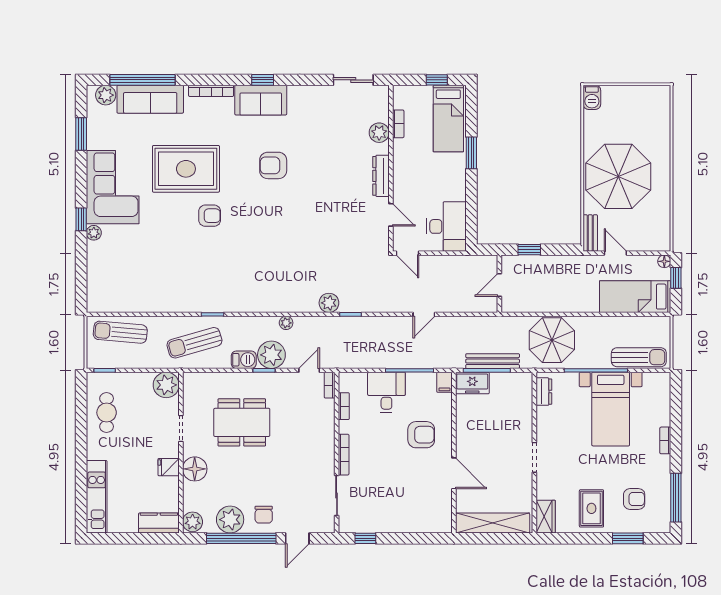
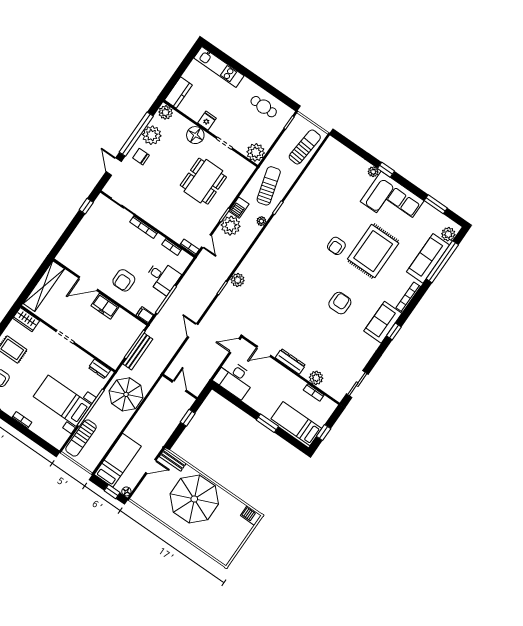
plant: (286, 323) -> (261, 221), moved
freezer: (472, 383) -> (105, 306), moved, turned -90

